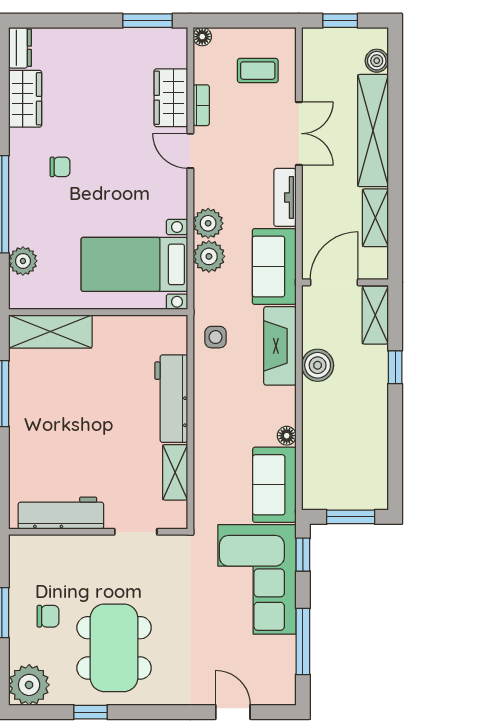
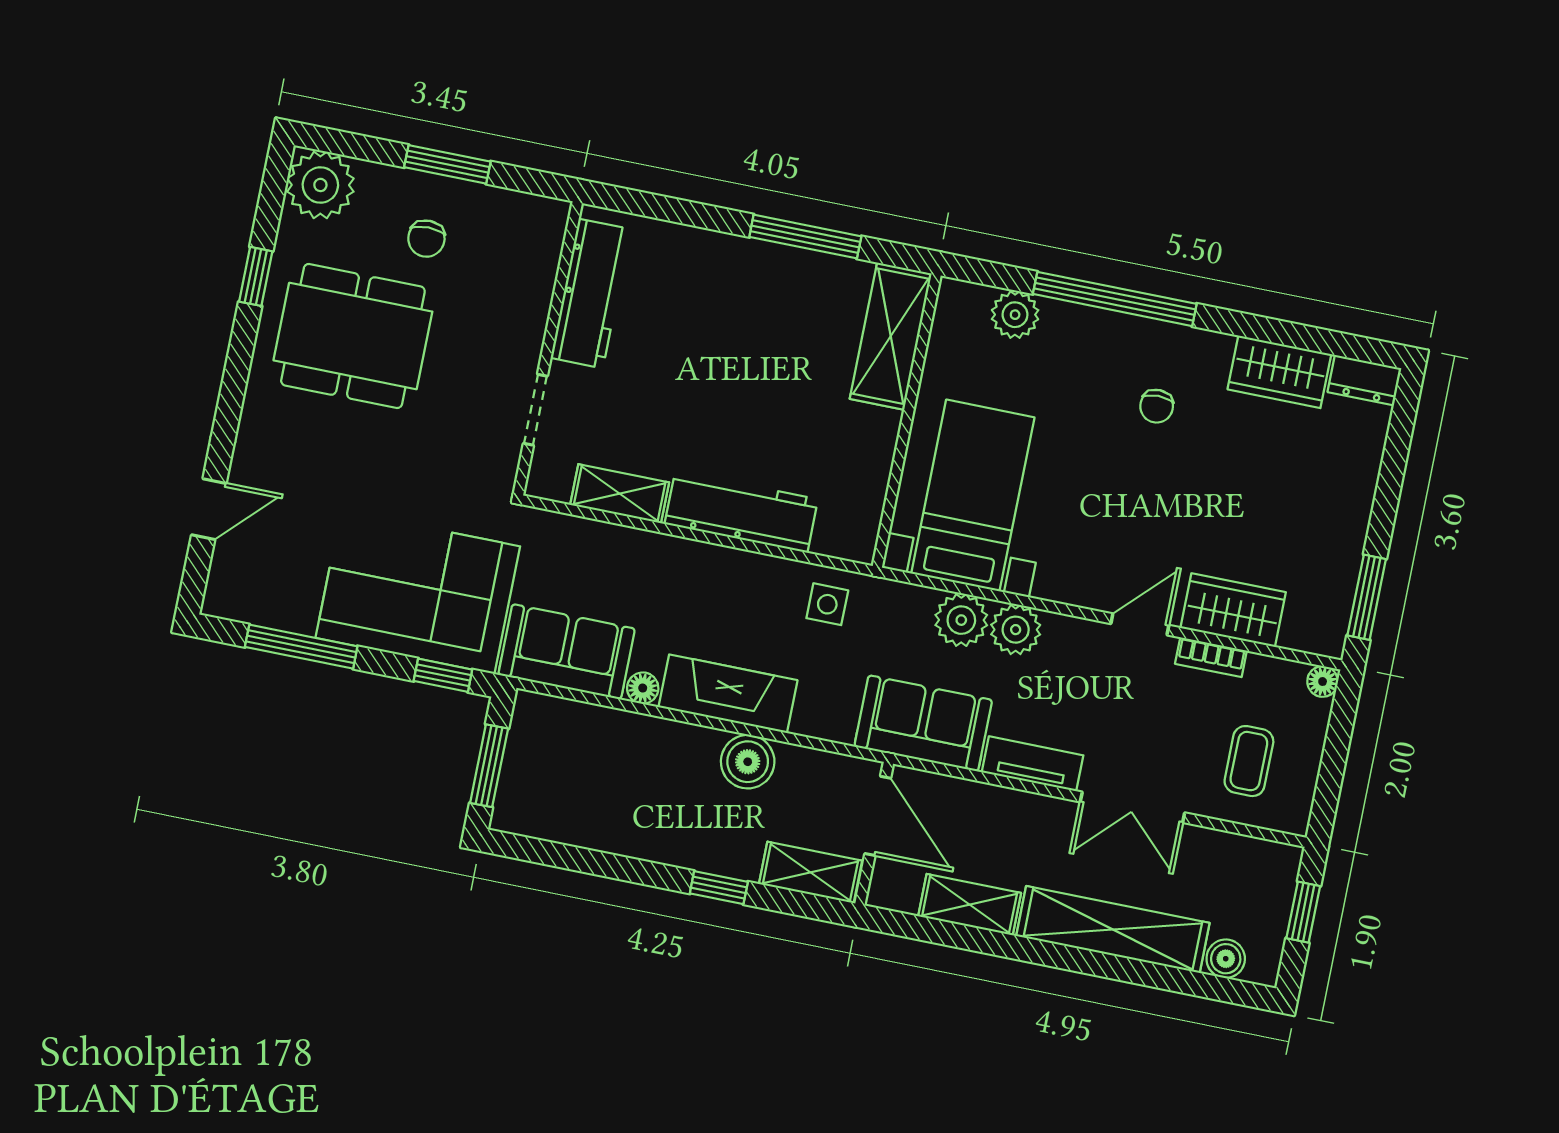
fireplace: (280, 346) -> (728, 694), moved

